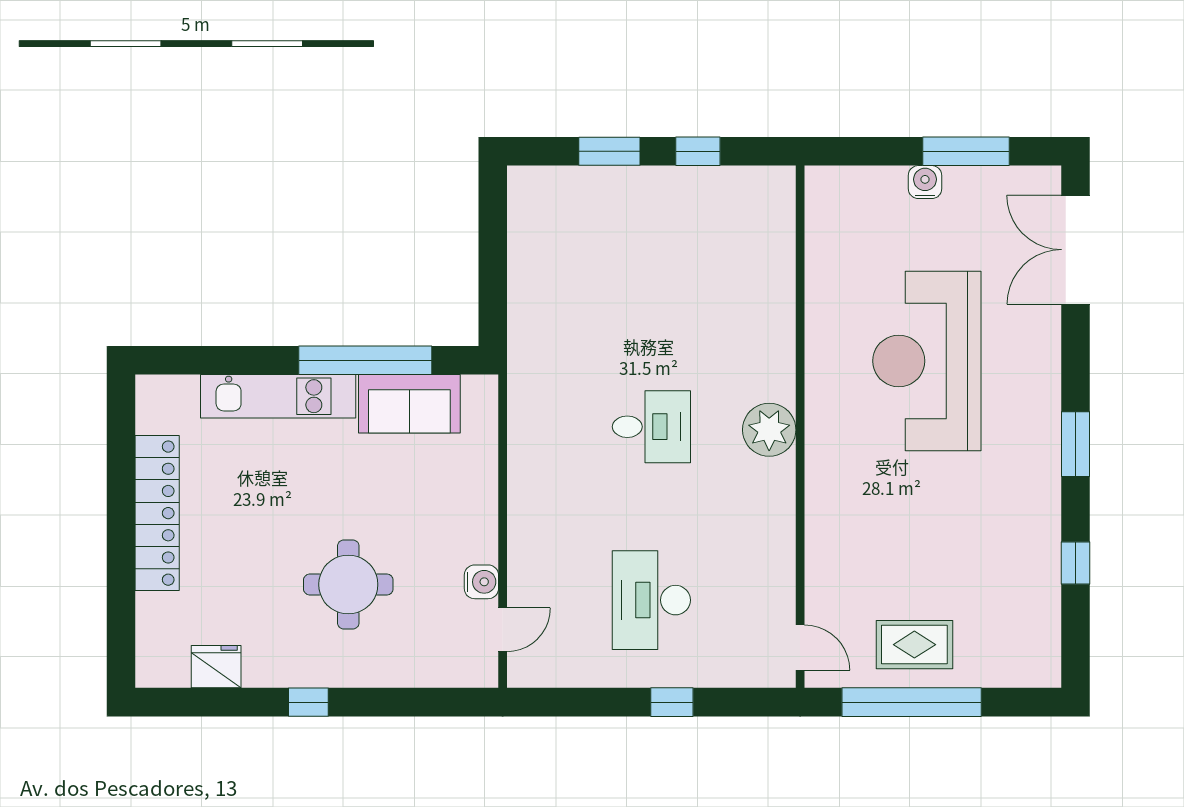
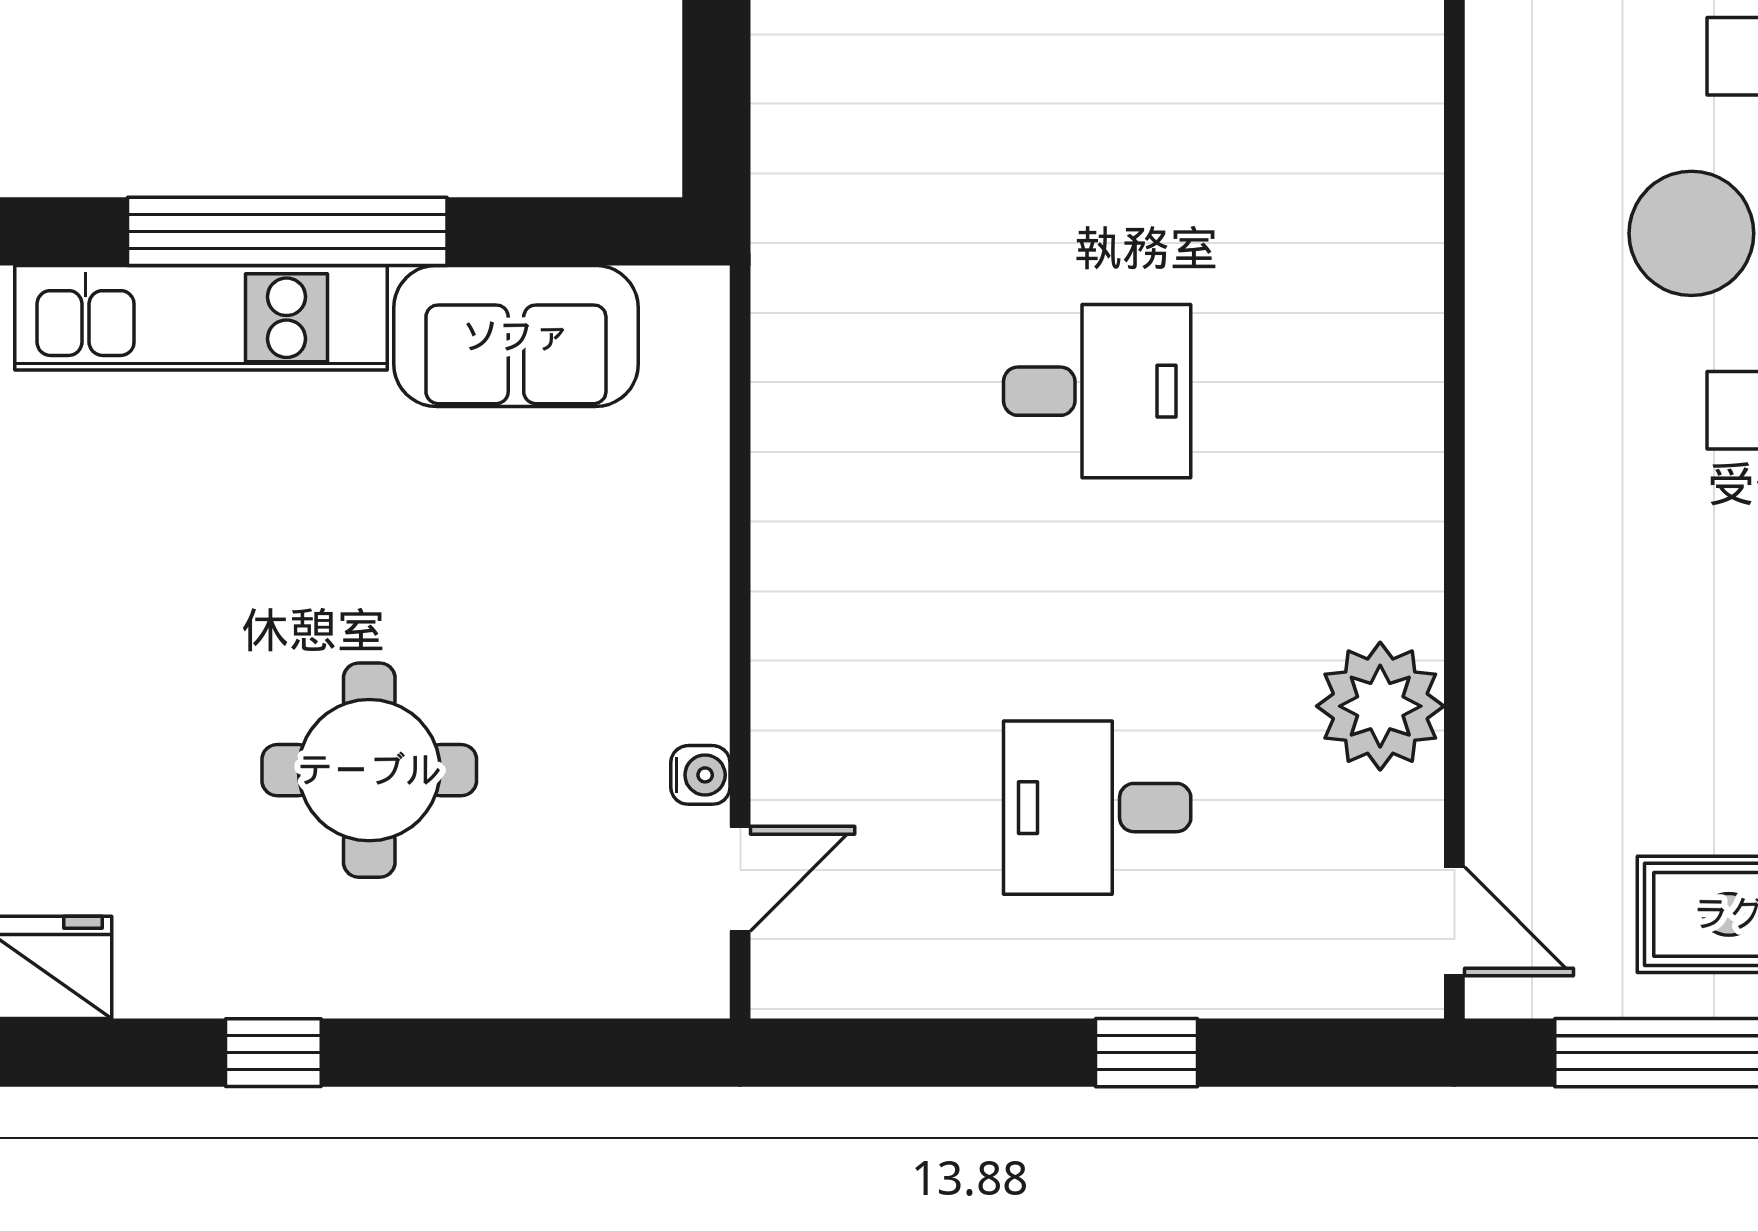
window: (365, 360) -> (287, 231), moved
plant: (769, 430) -> (1380, 706), moved
water cooler: (481, 582) -> (700, 775), width x0.72, depth x0.72
desk: (651, 600) -> (1097, 808), width x0.73

